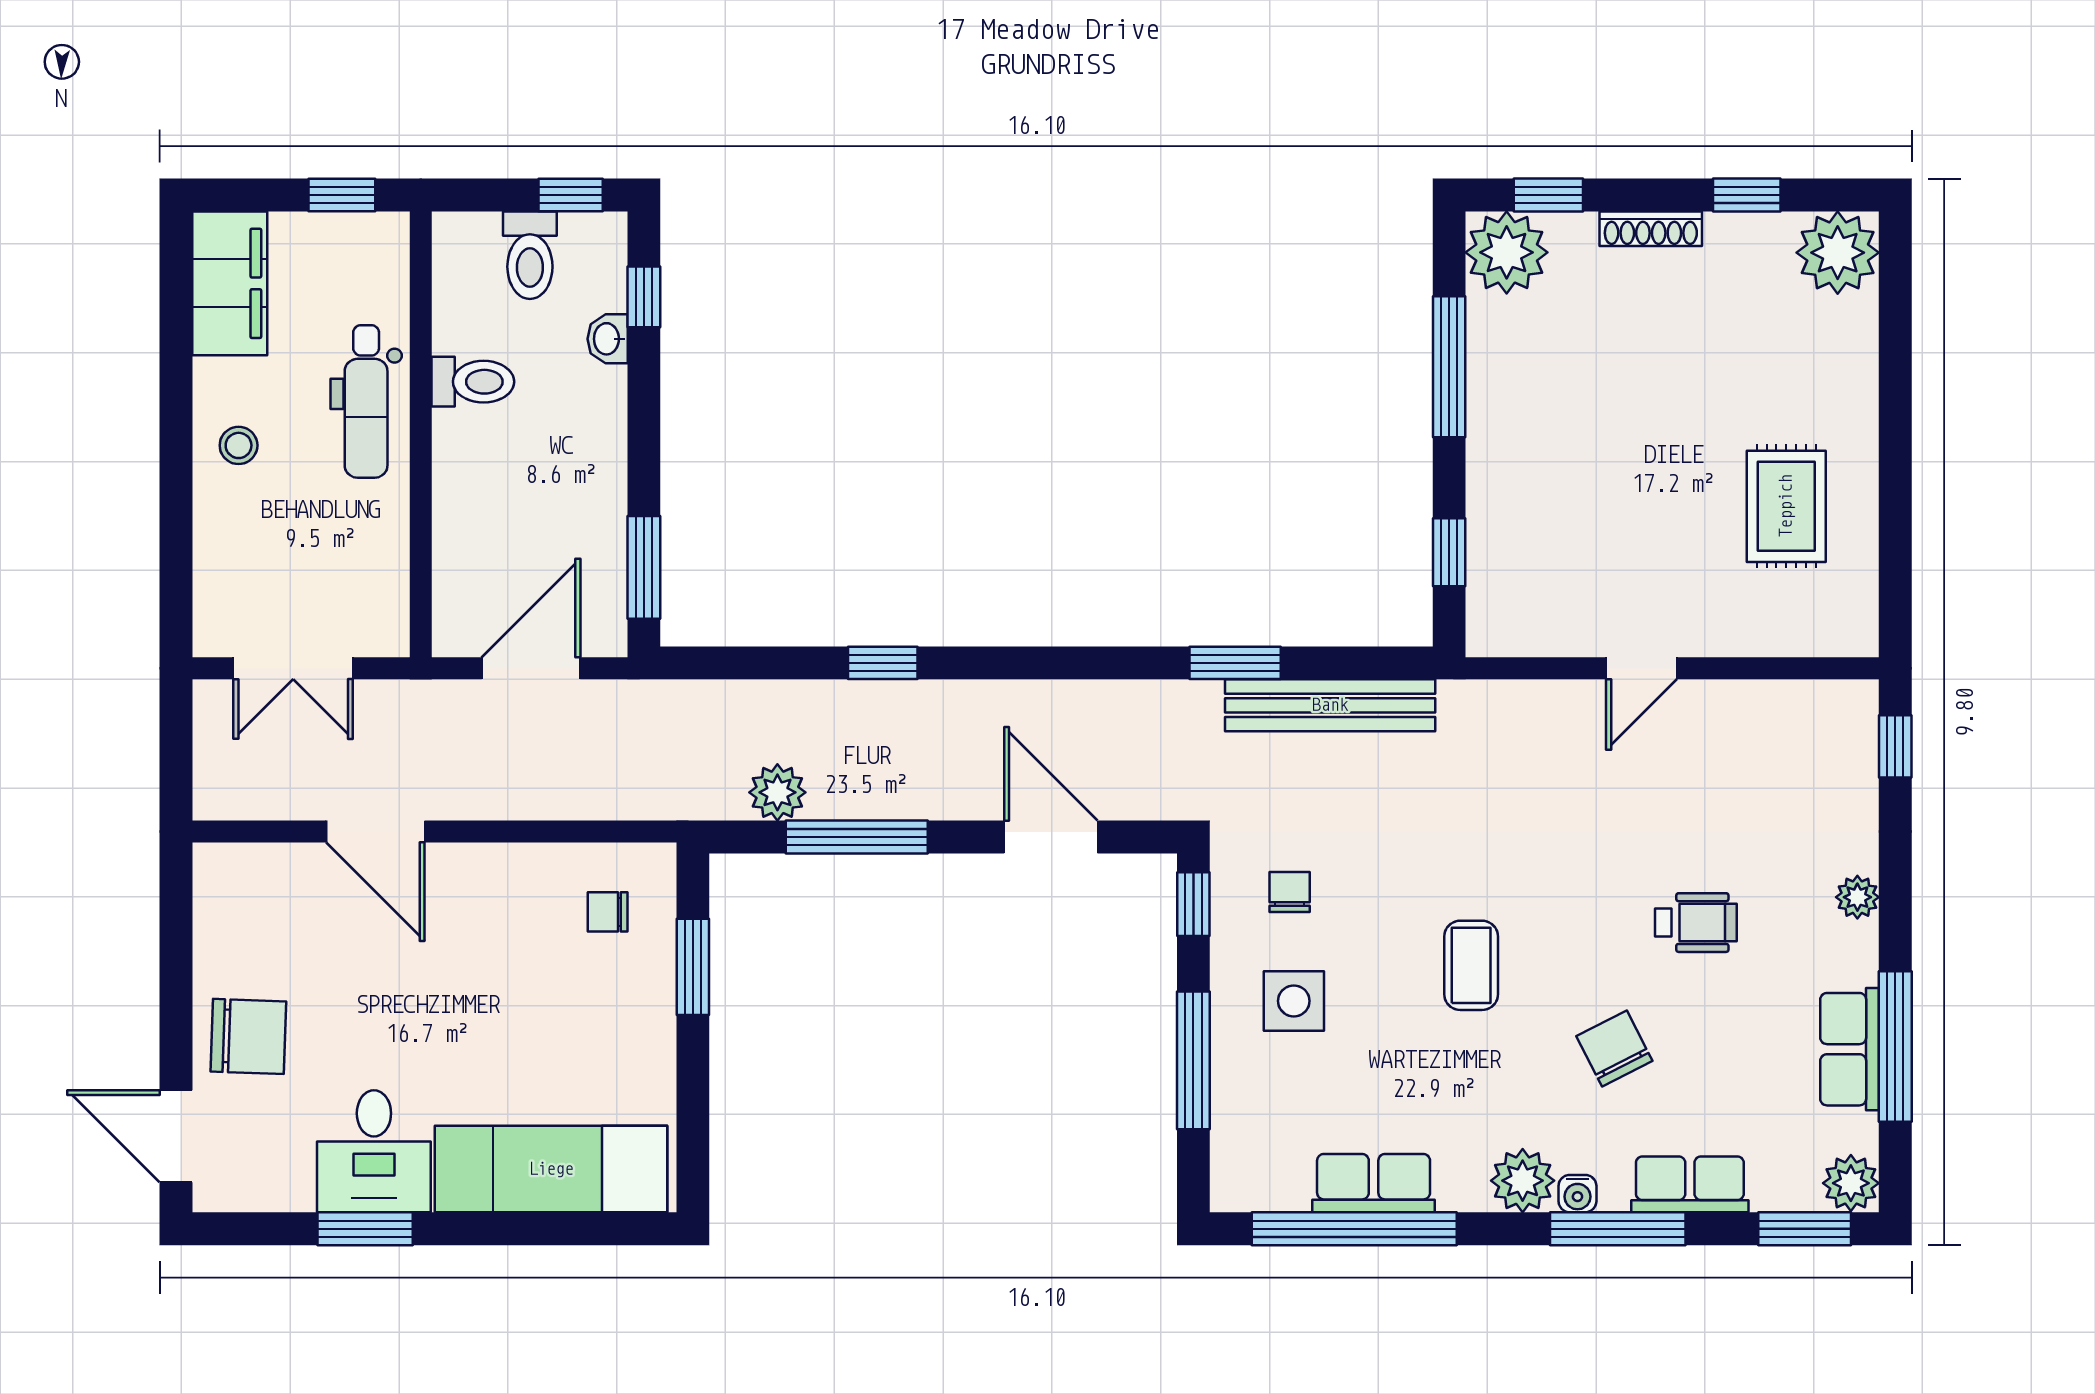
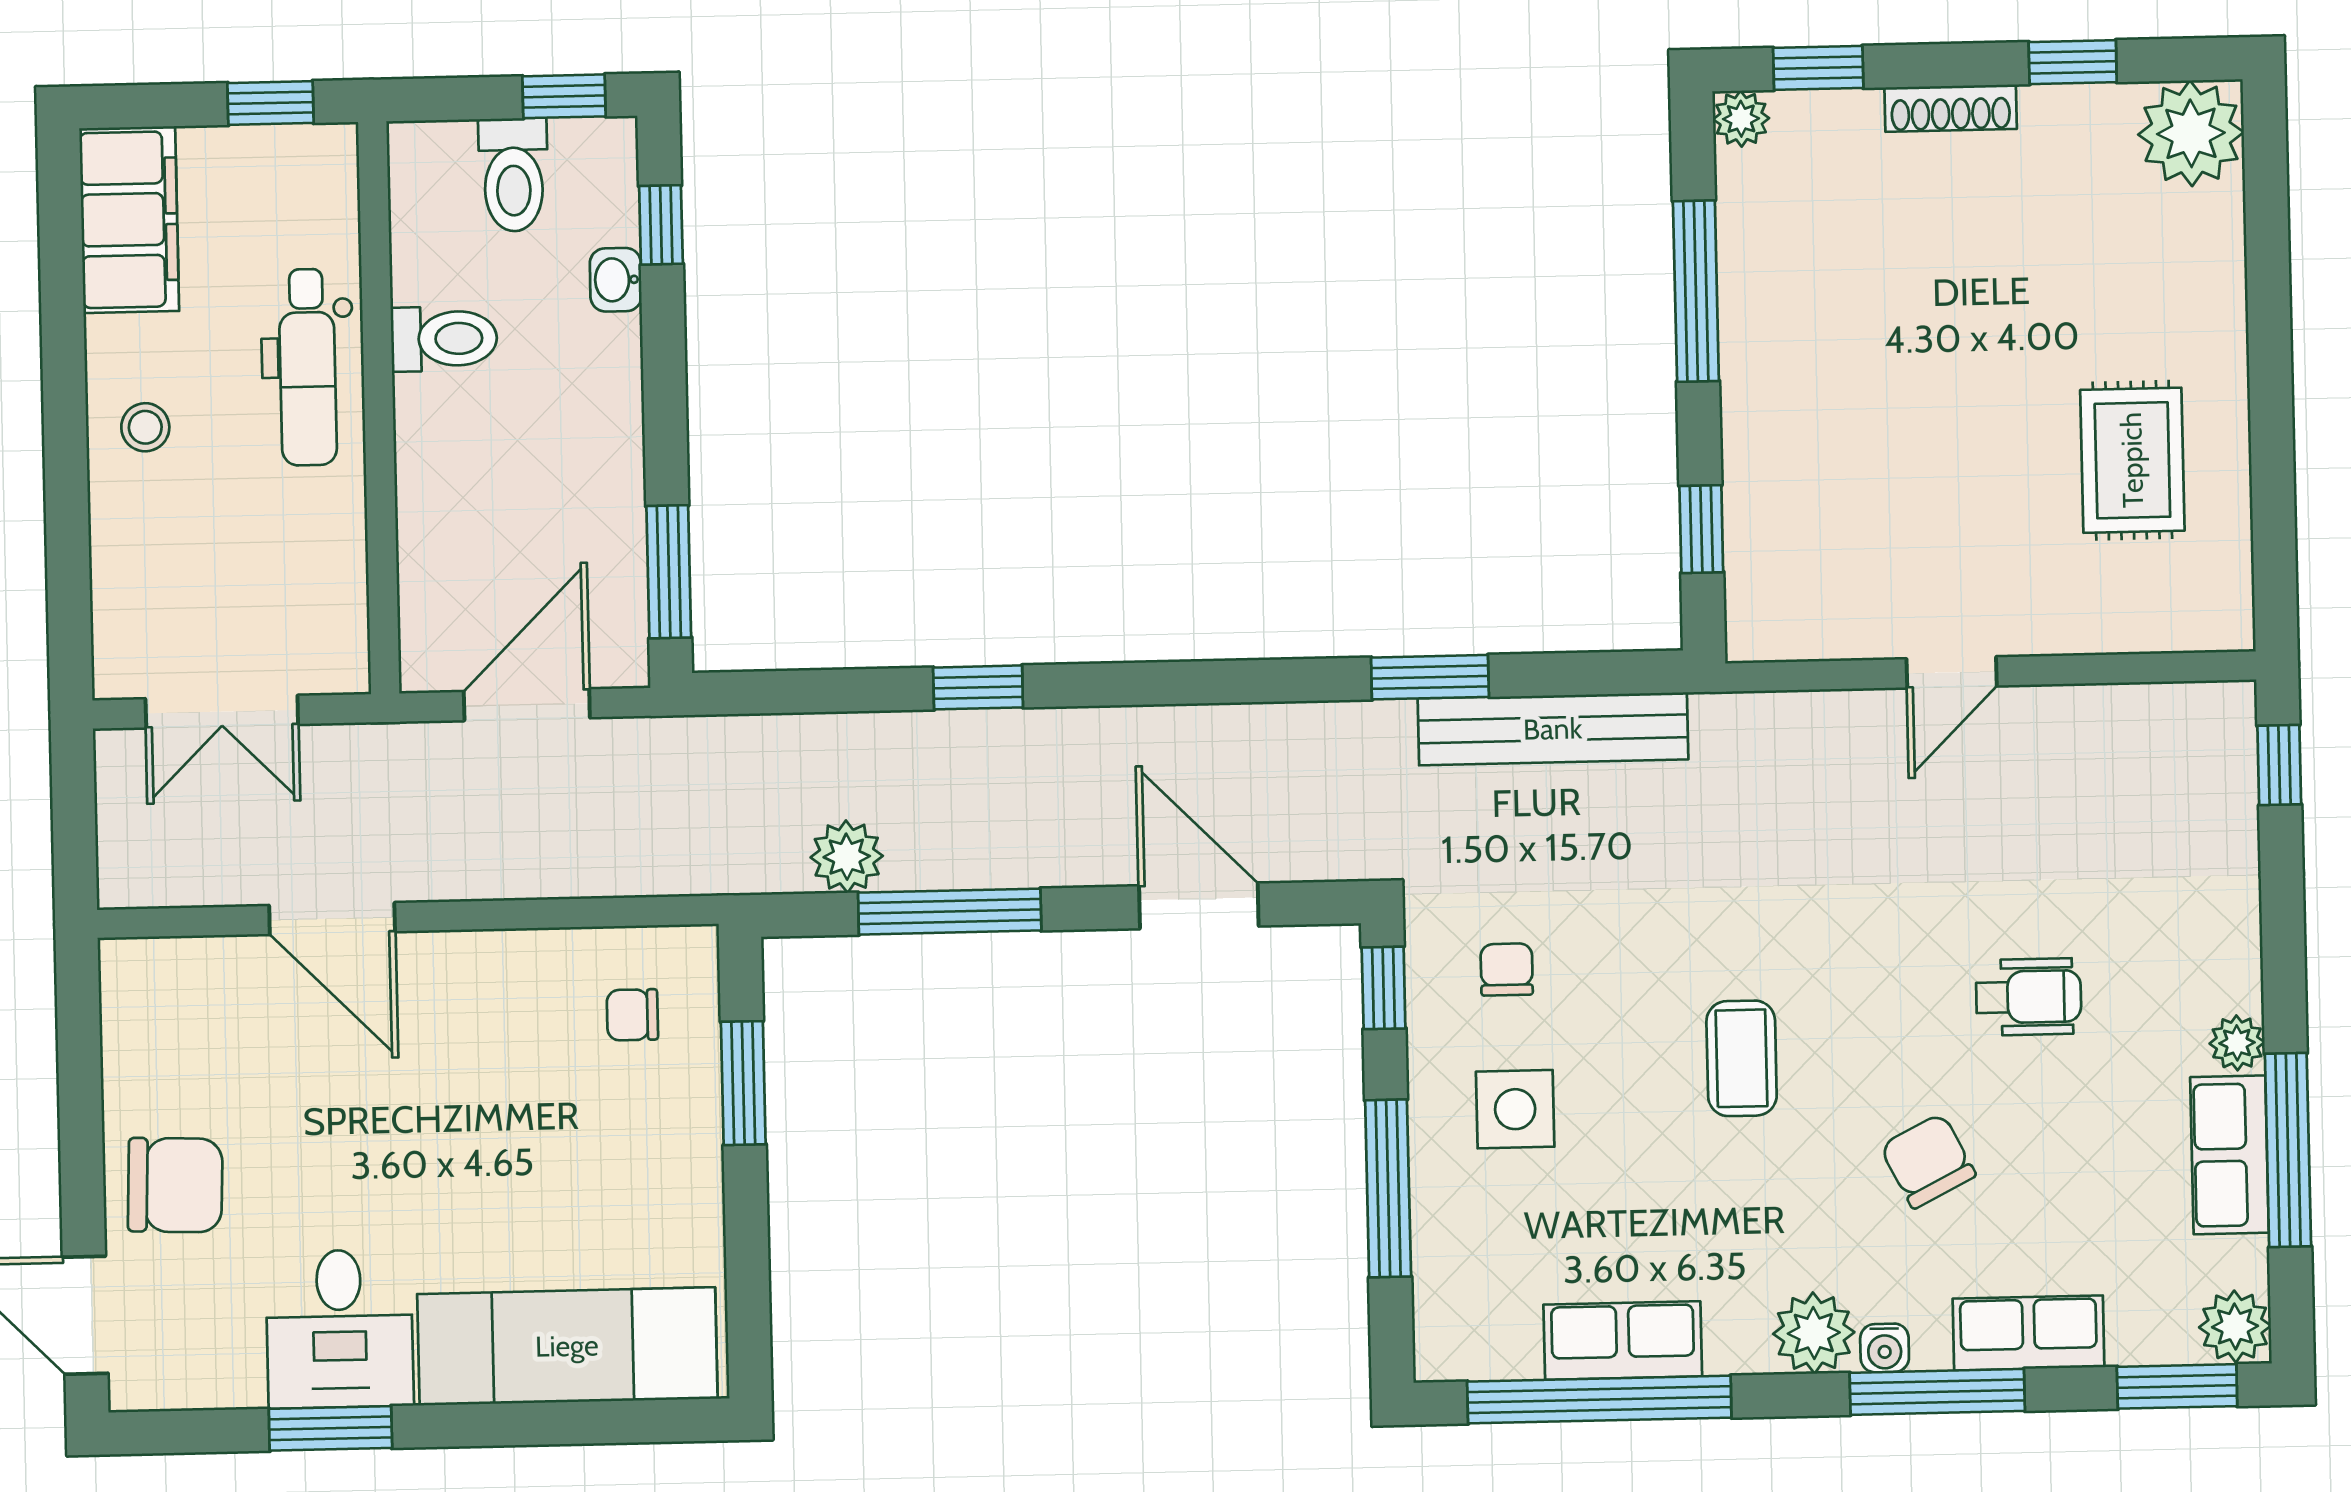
plant: (1507, 252) -> (1741, 119), width x0.53, depth x0.53
plant: (1857, 897) -> (2237, 1043), moved

